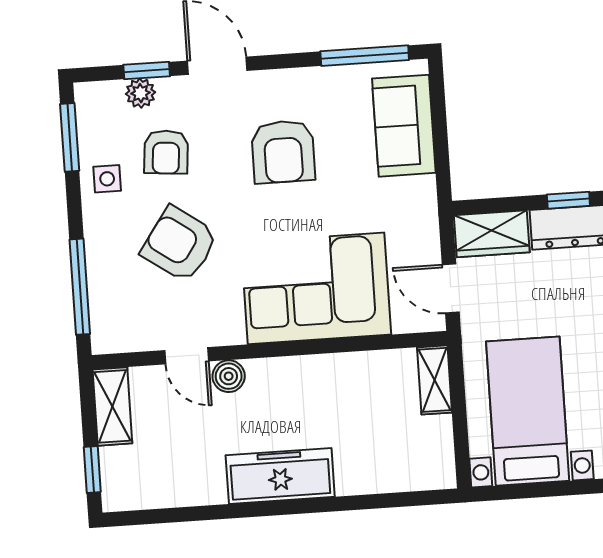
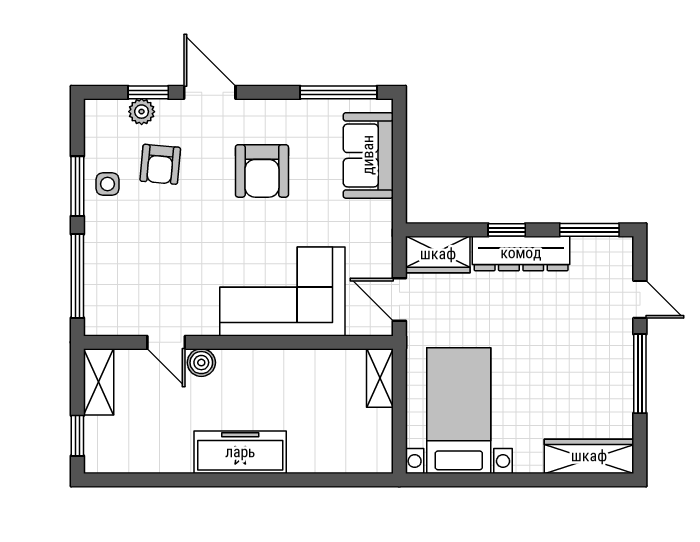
window: (70, 137) -> (77, 186), moved
armchair: (179, 244) -> (166, 245), removed

